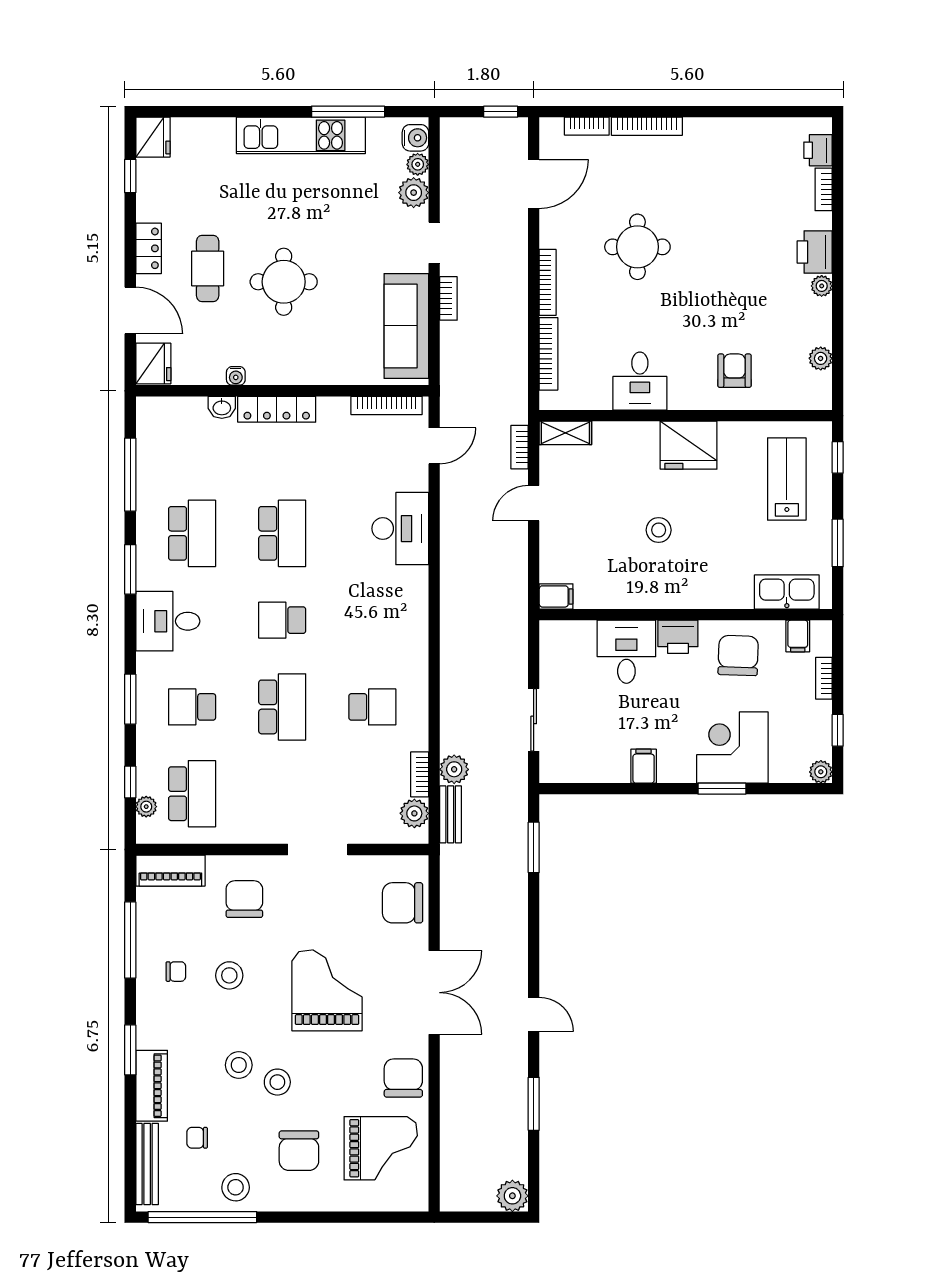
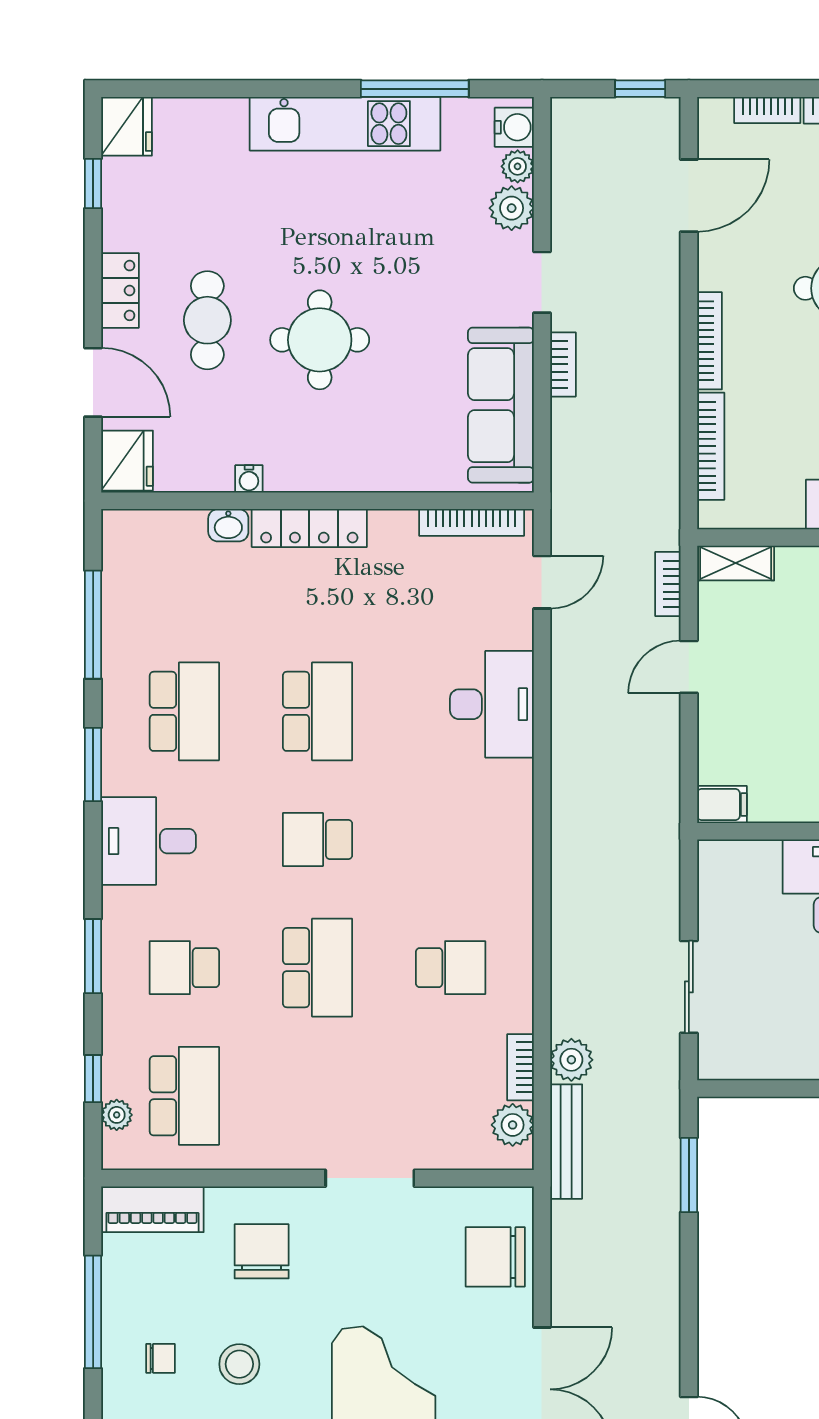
bench: (451, 814) -> (566, 1142), width x1.36

